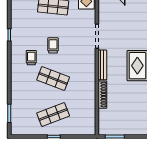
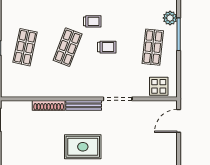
shop shelf: (53, 115) -> (25, 47), turned 33

